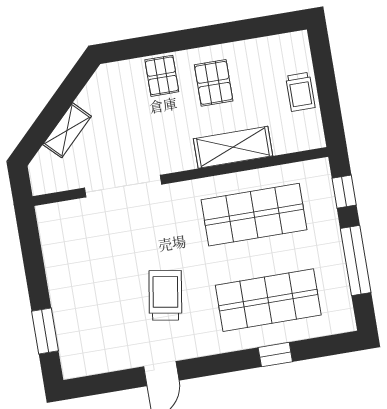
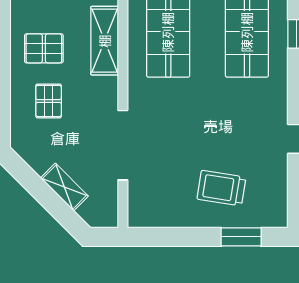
pallet: (162, 76) -> (49, 101), moved, turned 90
trolley: (165, 295) -> (221, 188), moved

